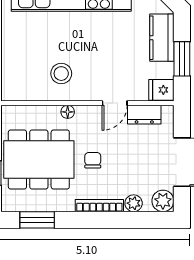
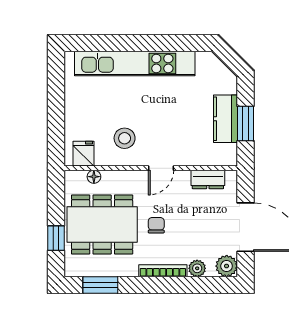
kitchen counter: (162, 38) -> (226, 119), moved
fridge: (161, 90) -> (83, 154), moved, turned 90
door: (115, 103) -> (161, 168), moved
floor lamp: (68, 112) -> (94, 177), moved

